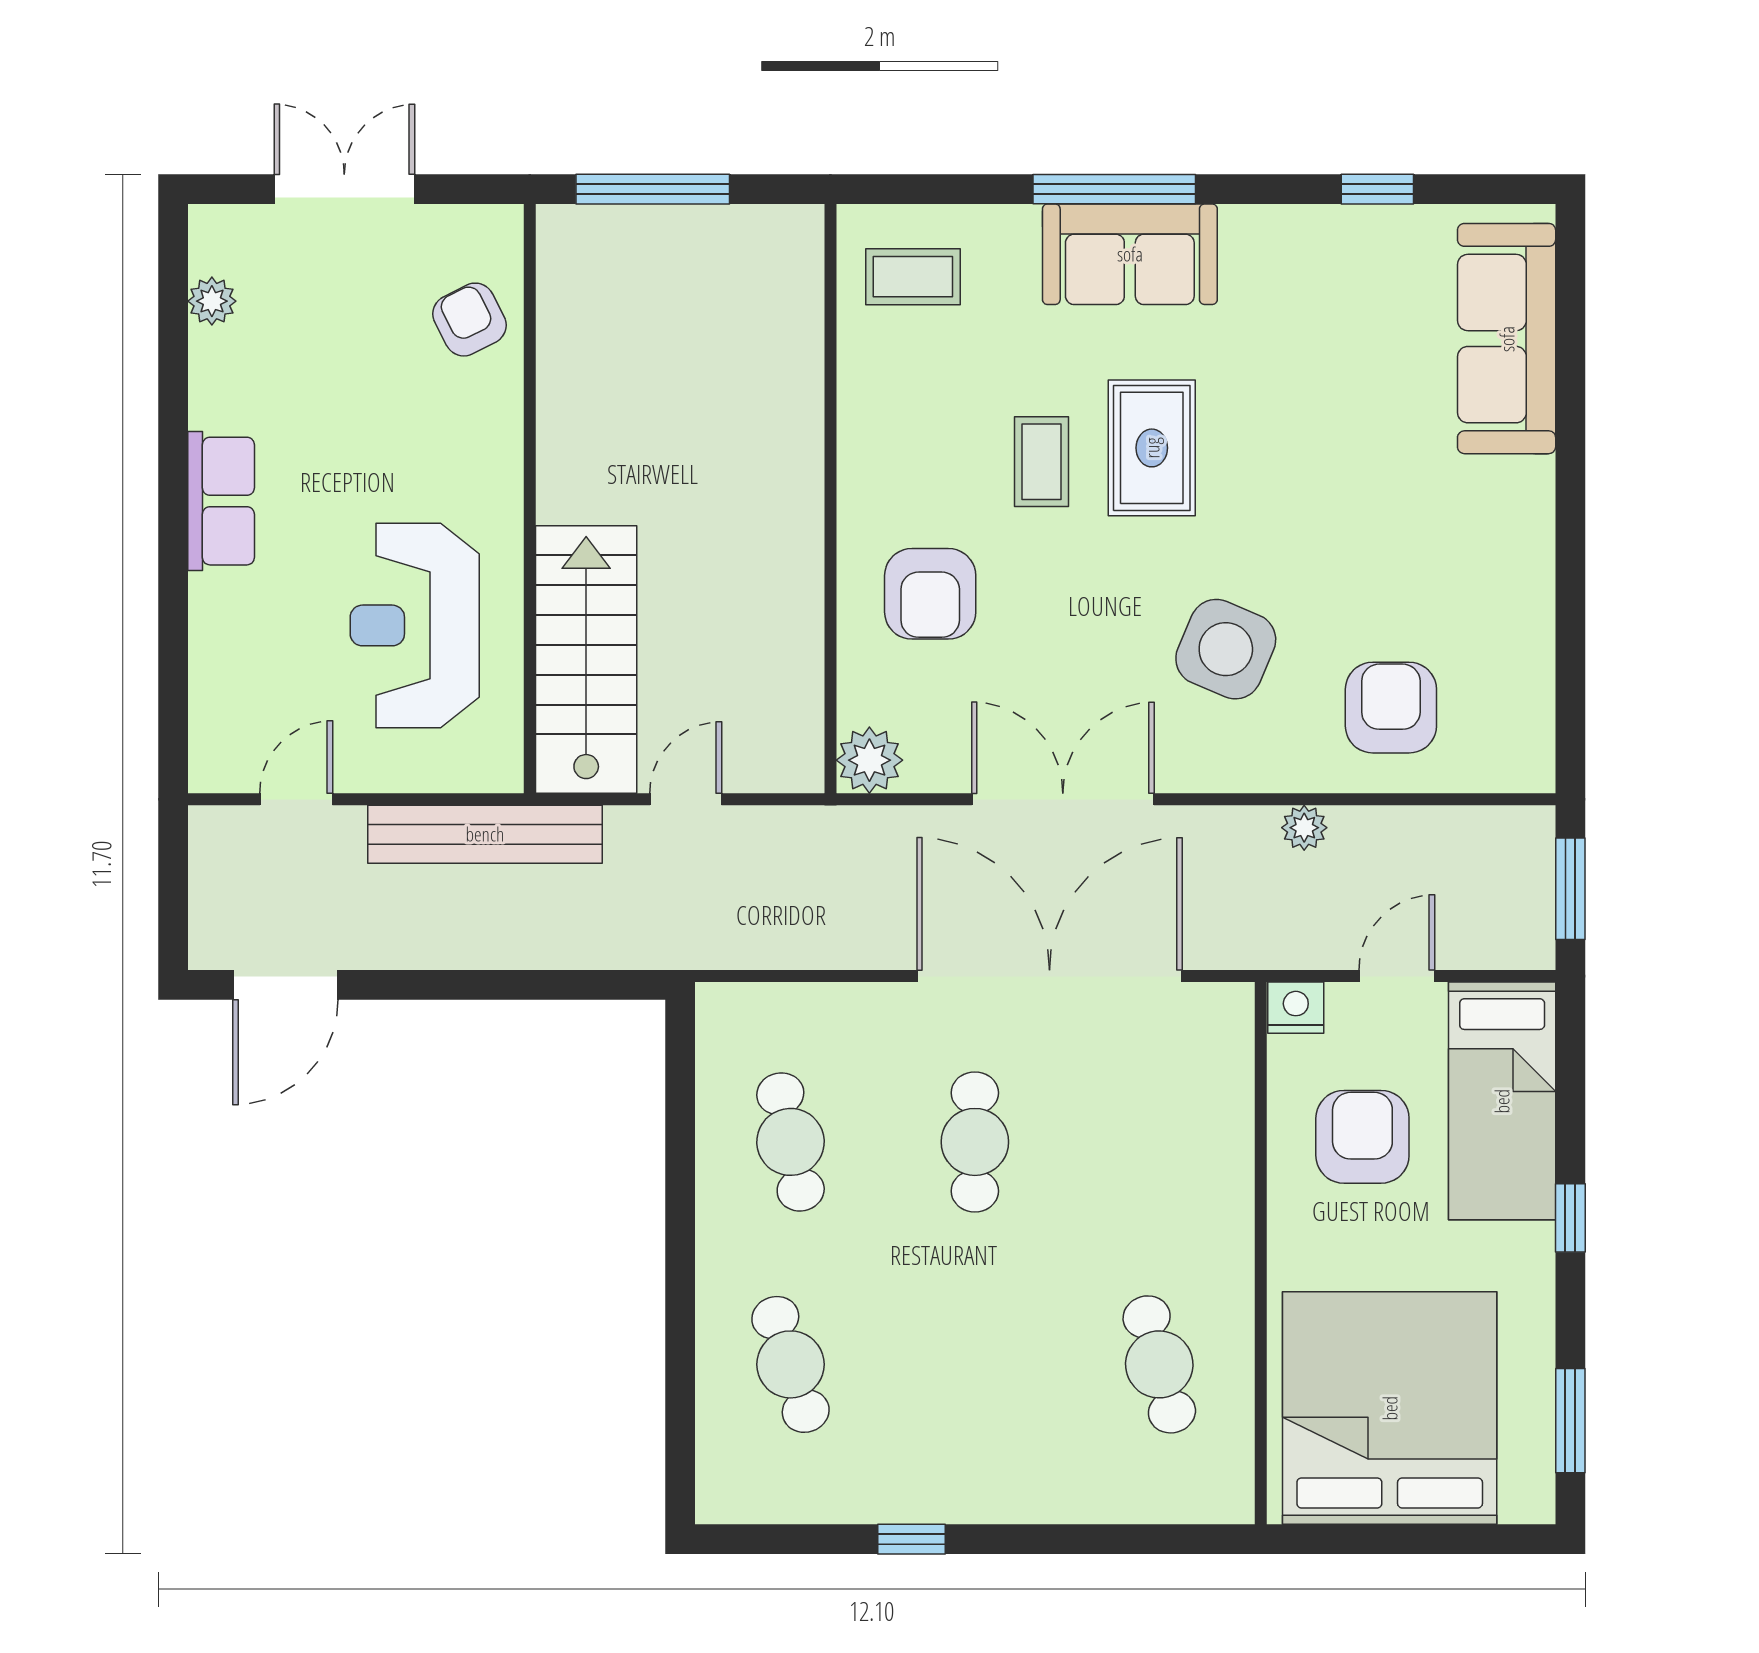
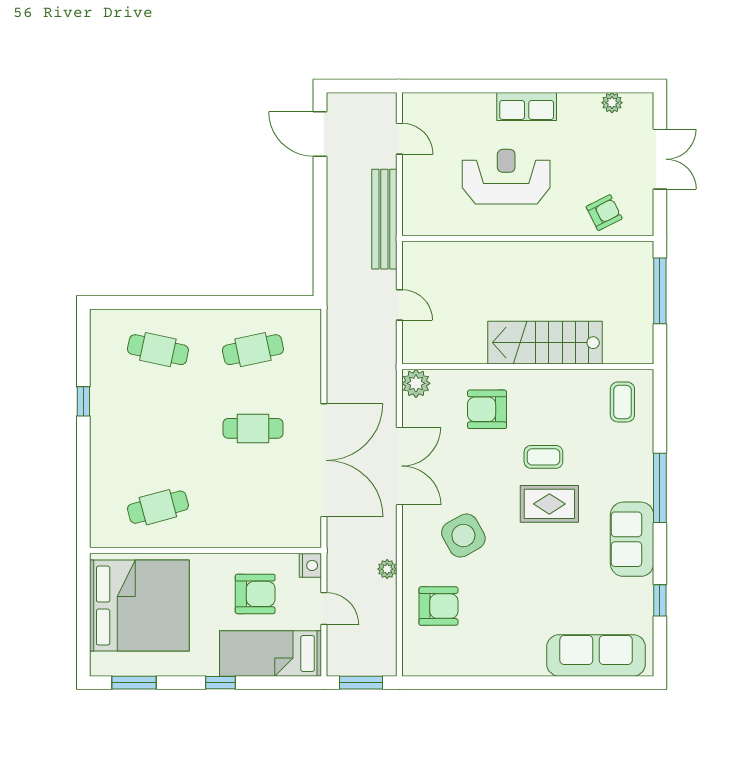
sofa: (1130, 254) -> (632, 539), moved
reception desk: (415, 625) -> (506, 177), moved
side table: (1226, 649) -> (463, 536), turned 38
stairs: (586, 659) -> (545, 343), moved, turned 180
cafe table: (790, 1364) -> (158, 350), turned 30

